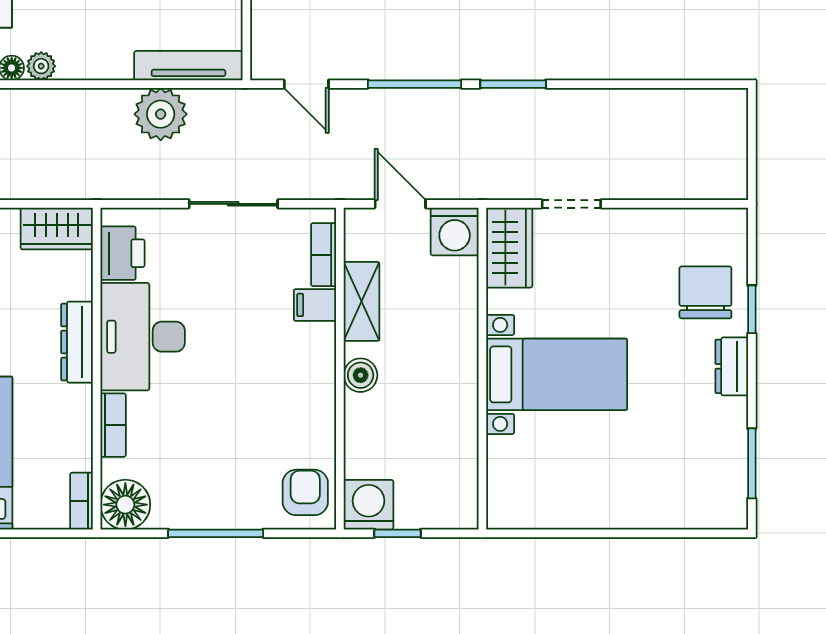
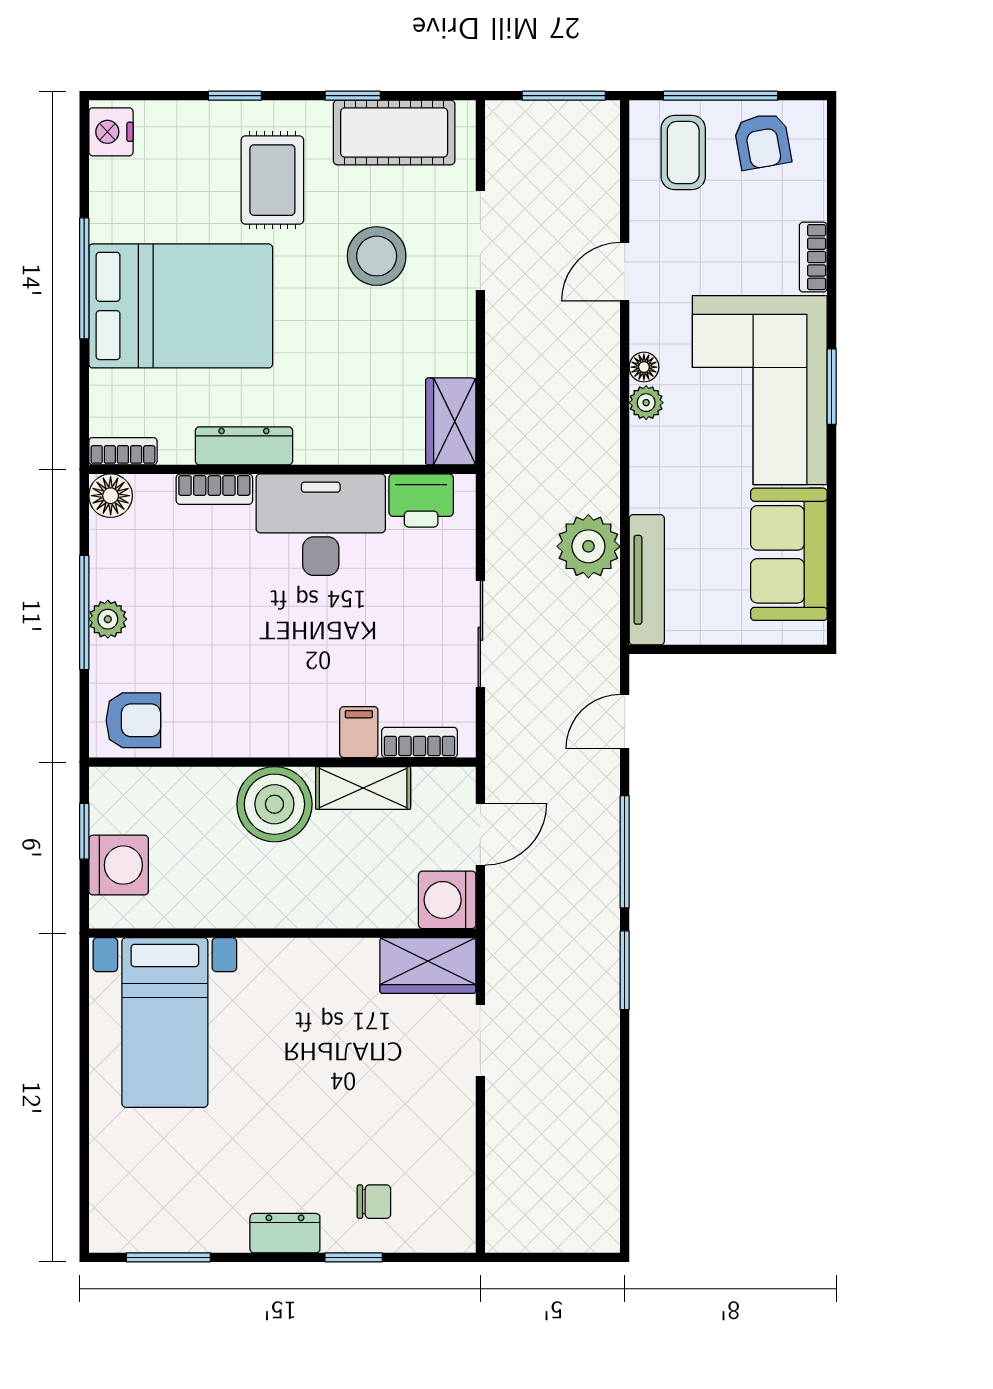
chair: (705, 292) -> (374, 1202), width x0.54, depth x0.54
dresser: (77, 342) -> (244, 446), moved
bed with nightstands: (557, 374) -> (165, 1023), moved
boiler: (361, 375) -> (274, 804), width x1.86, depth x1.86
floor lamp: (125, 505) -> (111, 496), width x0.73, depth x0.73
washing machine: (369, 505) -> (119, 865), moved
plant: (221, 514) -> (108, 619), added

